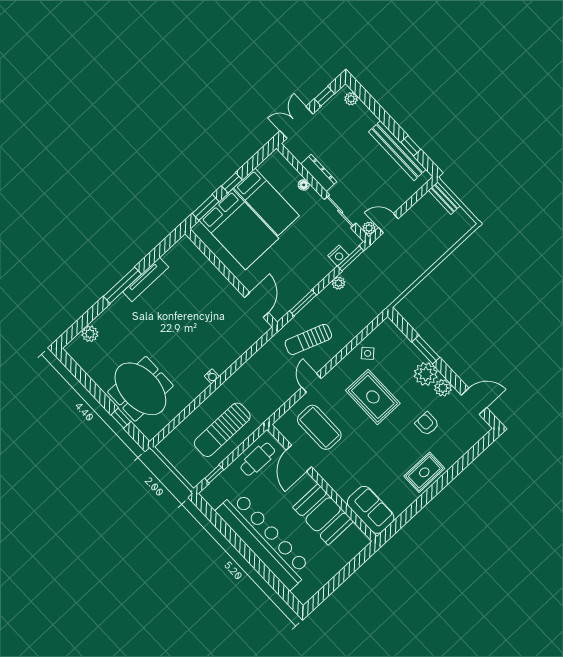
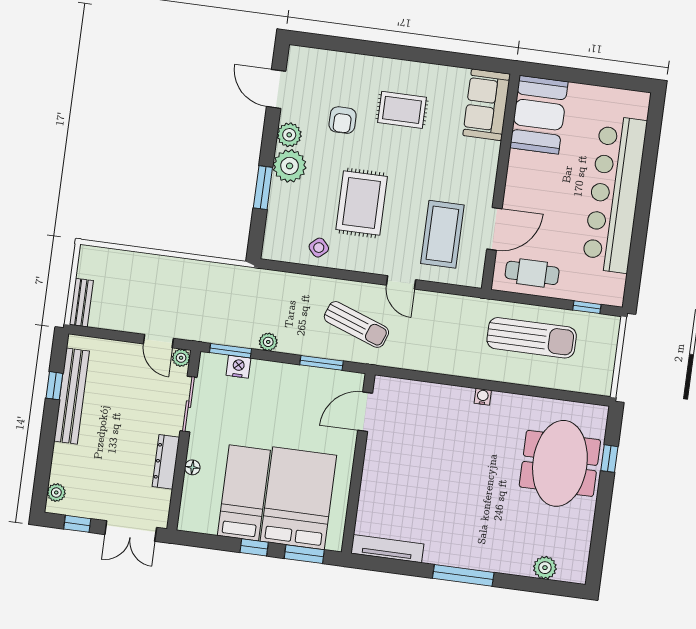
tv unit: (146, 279) -> (387, 549), moved
door: (311, 383) -> (401, 282), hinge flipped
rug: (424, 472) -> (402, 110), moved
booth: (323, 514) -> (539, 115), moved

